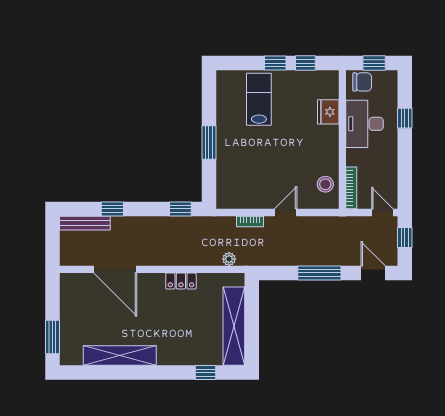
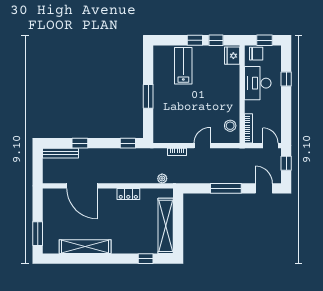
fridge: (328, 112) -> (232, 56), moved

